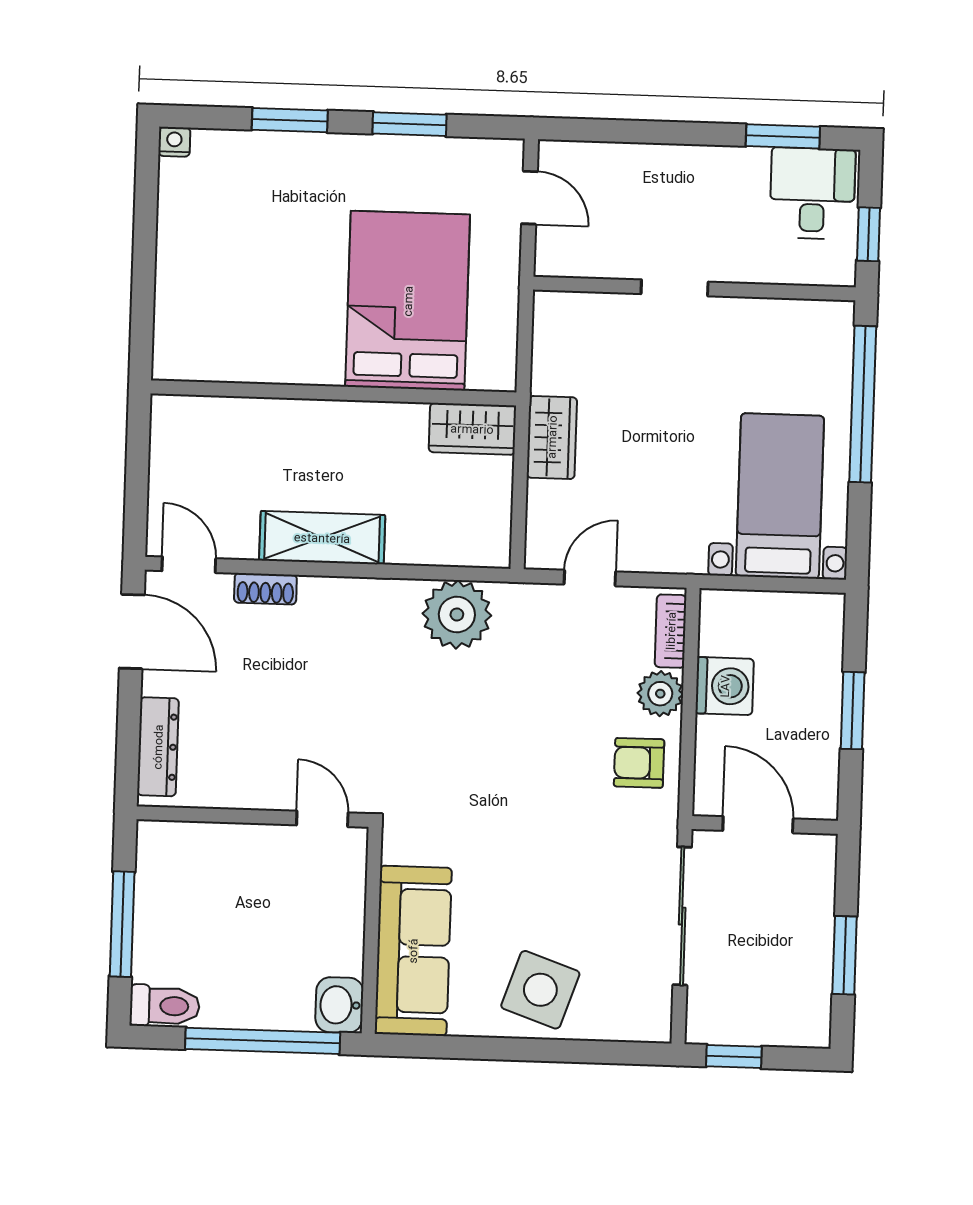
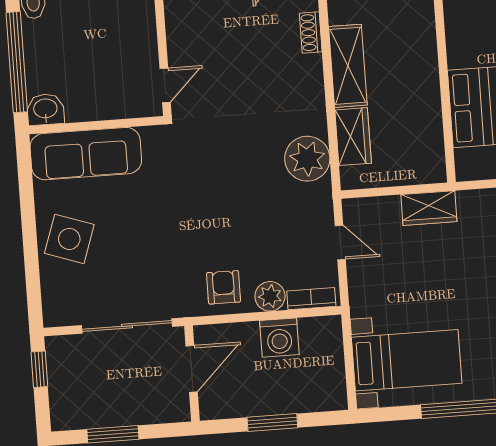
wardrobe: (472, 429) -> (353, 137), moved, turned 180

